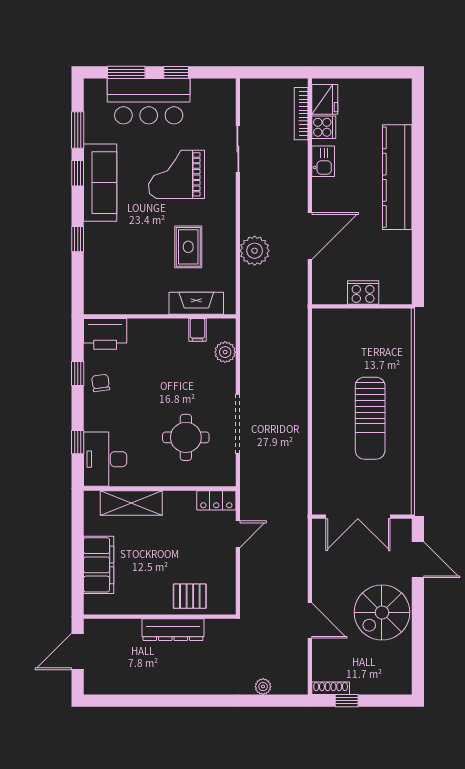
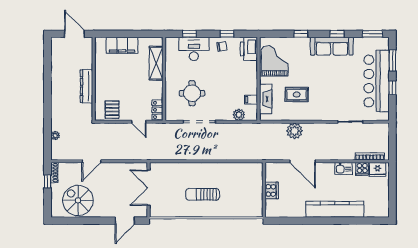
bar counter: (149, 101) -> (377, 81), width x1.36
window: (78, 130) -> (372, 34), moved
grand piano: (176, 174) -> (275, 61), moved
sun lounger: (370, 418) -> (203, 194), width x0.73, depth x0.75
desk: (105, 459) -> (194, 49), moved
pallet: (190, 596) -> (112, 110), moved
spiral stairs: (382, 612) -> (78, 200), moved

